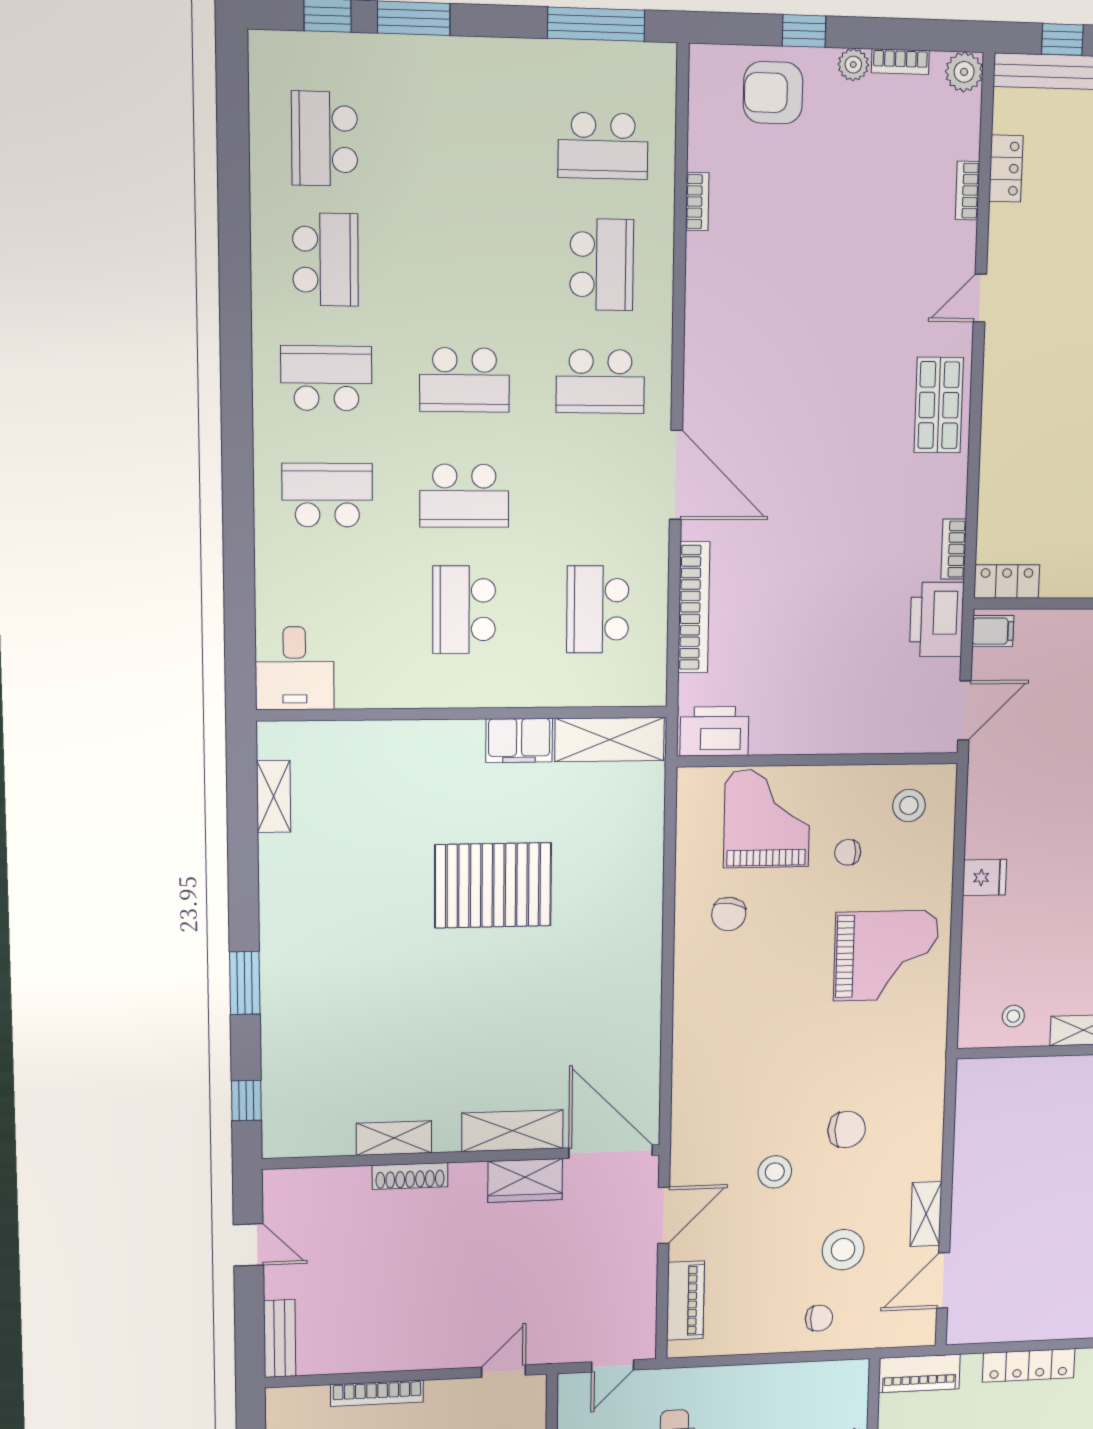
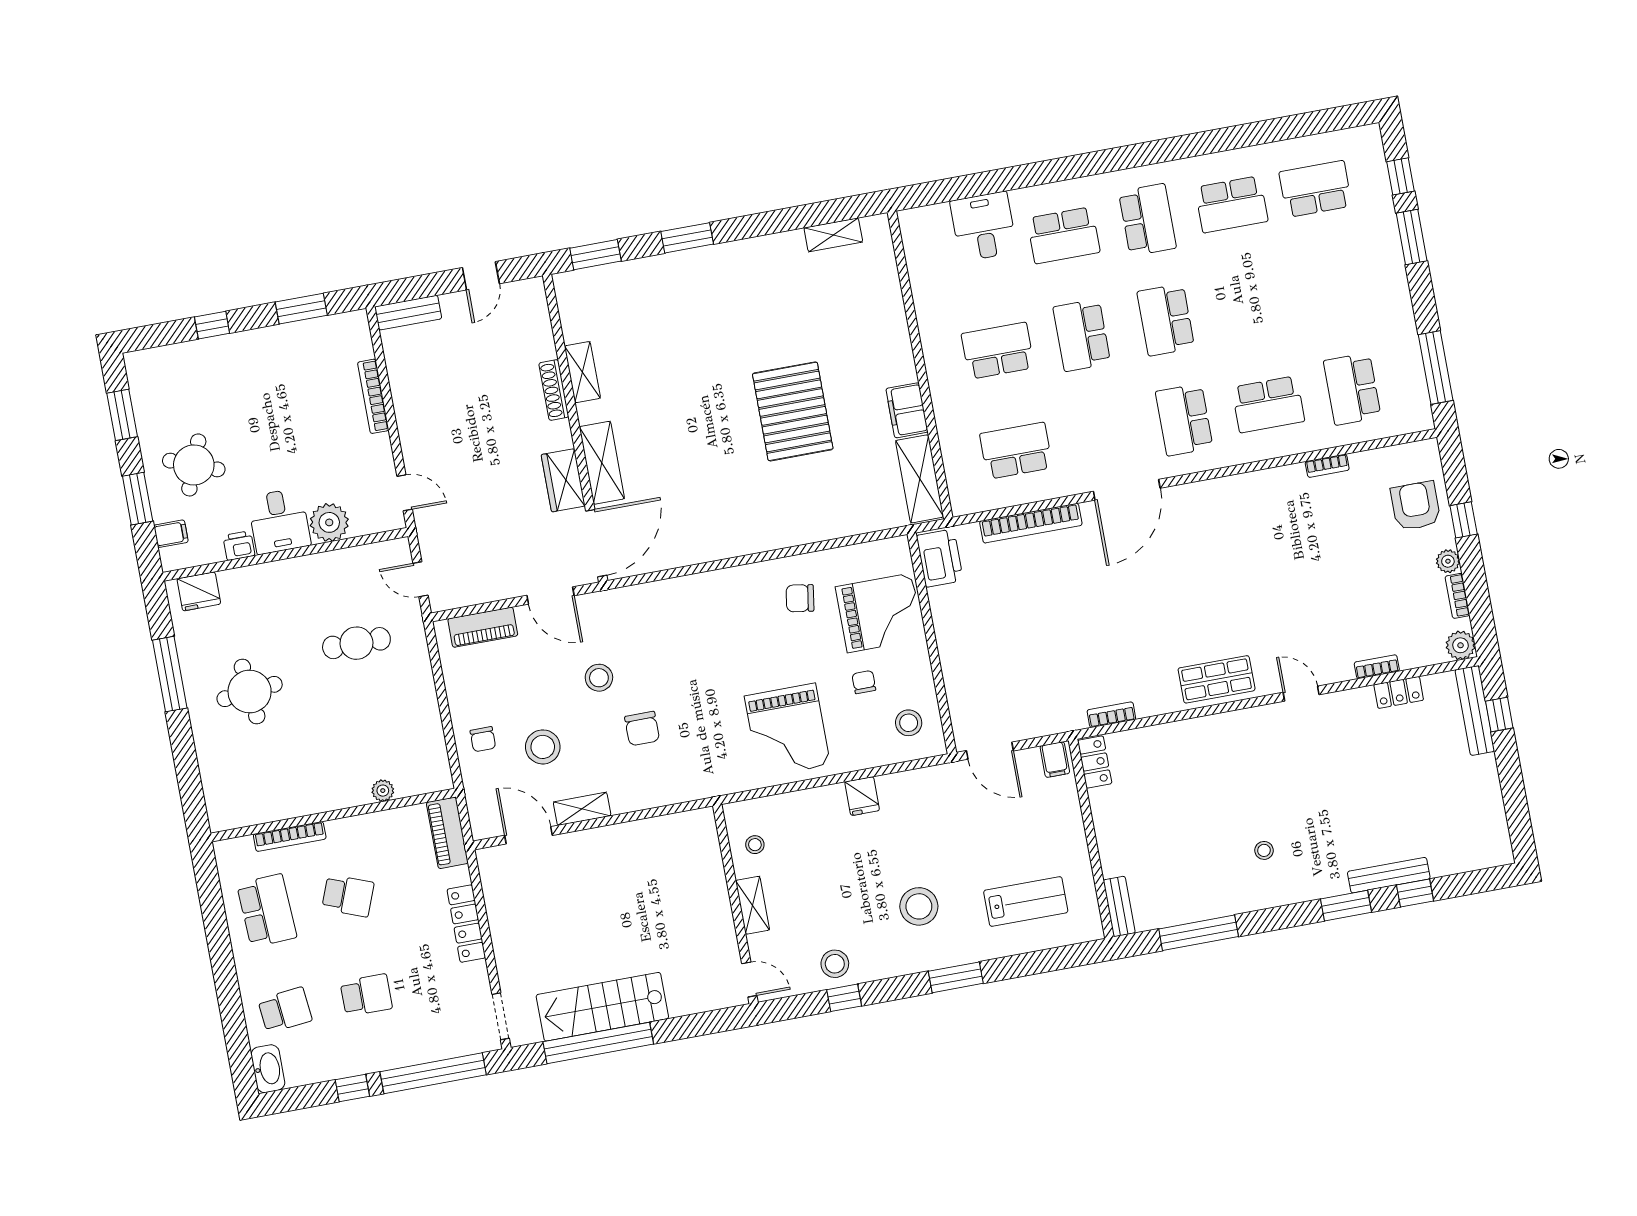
school desk: (327, 495) -> (1063, 235), turned 90
printer: (937, 619) -> (1056, 713), removed
desk: (295, 668) -> (984, 226), moved, turned 90
window: (246, 1101) -> (595, 255), width x1.50

